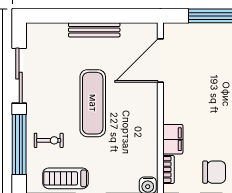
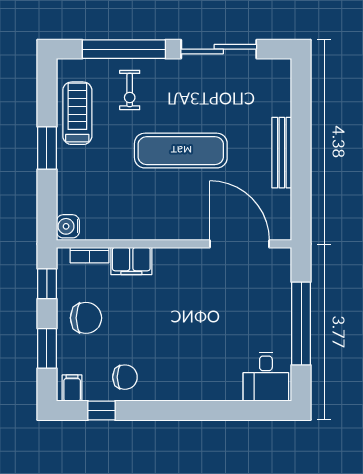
chair: (214, 172) -> (86, 318), turned -90

